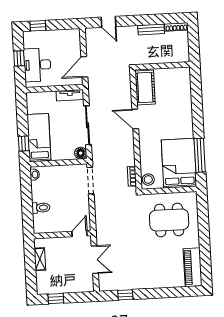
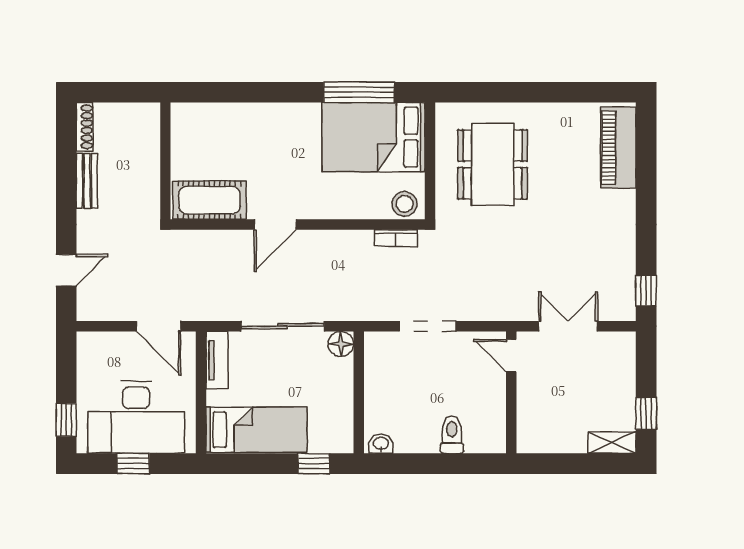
desk: (37, 65) -> (136, 417), width x1.36, depth x1.30
bed: (39, 138) -> (256, 430), moved, turned 180
doorway: (91, 181) -> (428, 326), moved
shelving: (40, 259) -> (612, 443), moved
piano: (193, 267) -> (618, 148), moved, turned 90
window: (125, 295) -> (646, 291), moved

